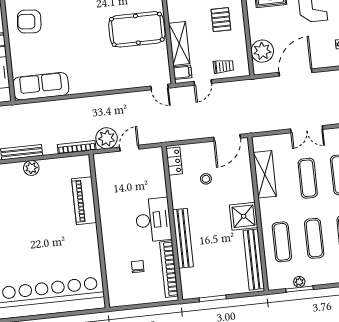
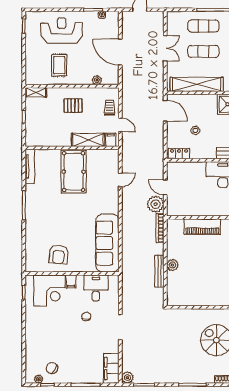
plant: (262, 51) -> (97, 80), width x0.53, depth x0.53
sofa: (41, 86) -> (107, 243), width x1.36, depth x1.27
door: (160, 87) -> (120, 180), moved
shelving: (265, 174) -> (197, 84), width x1.47

